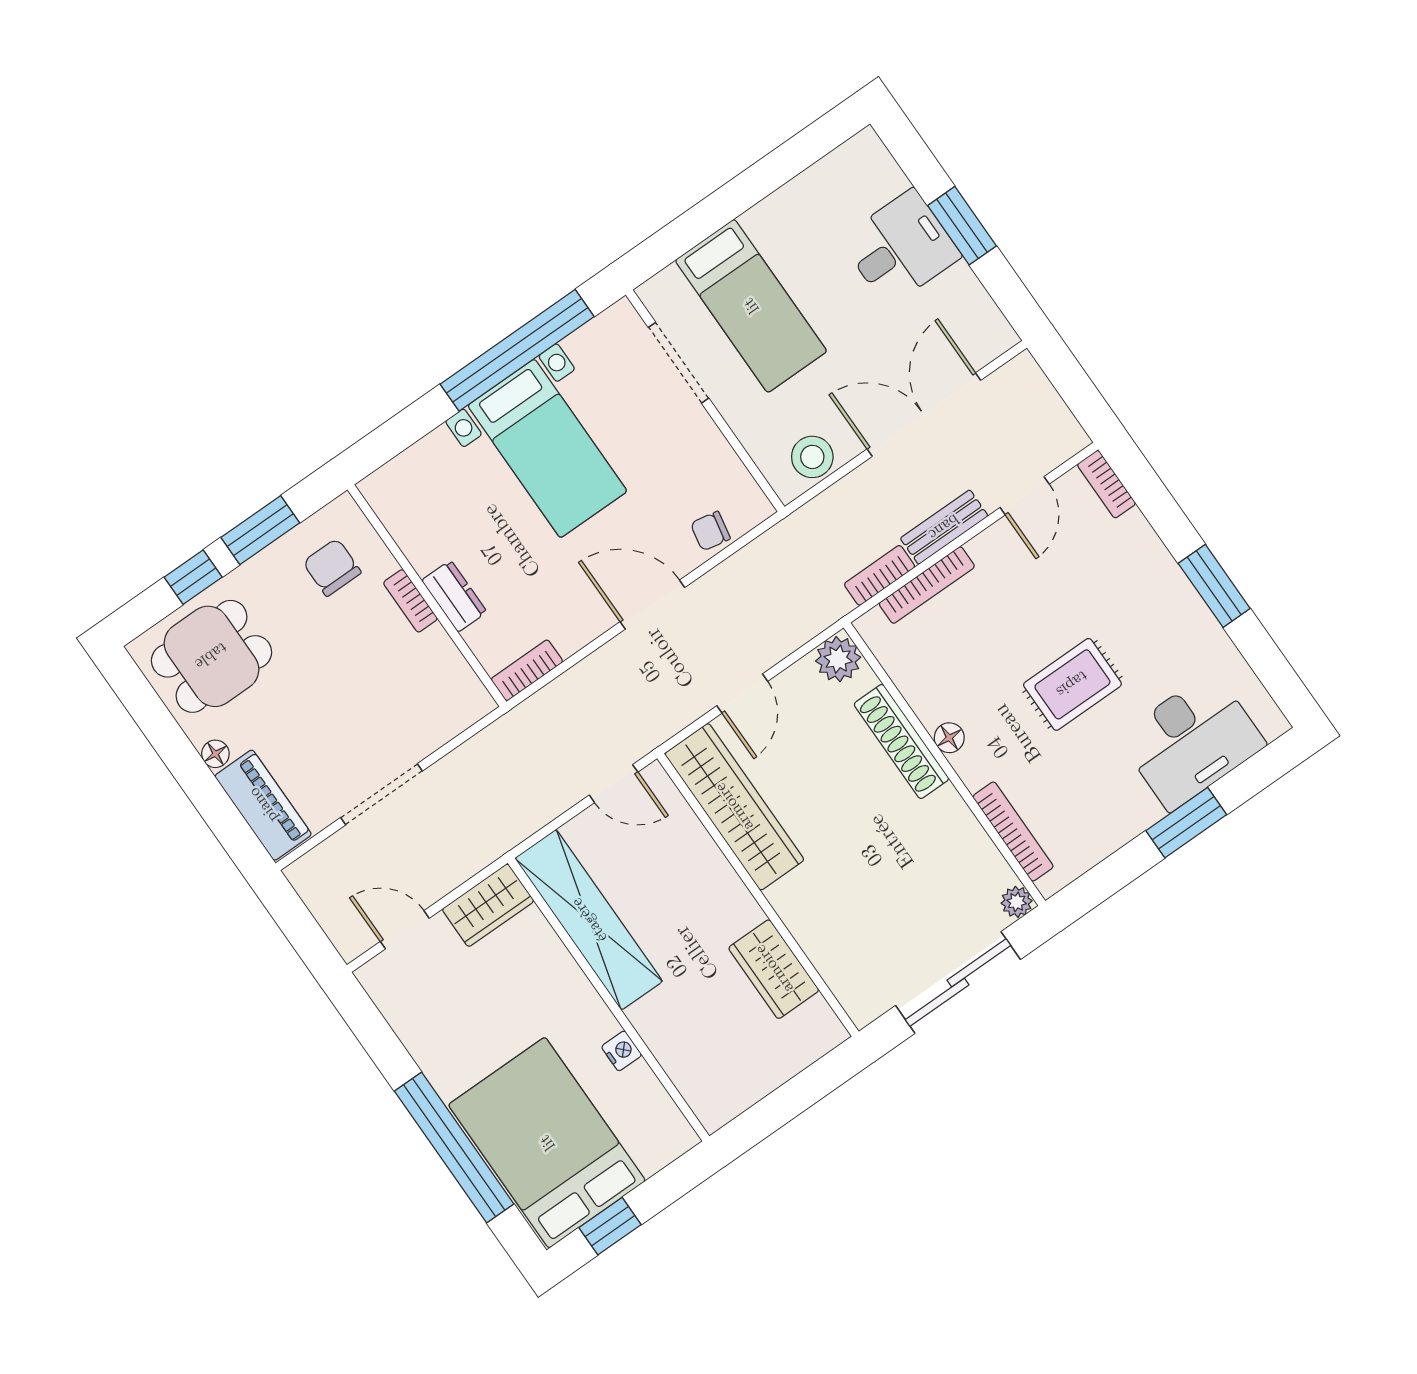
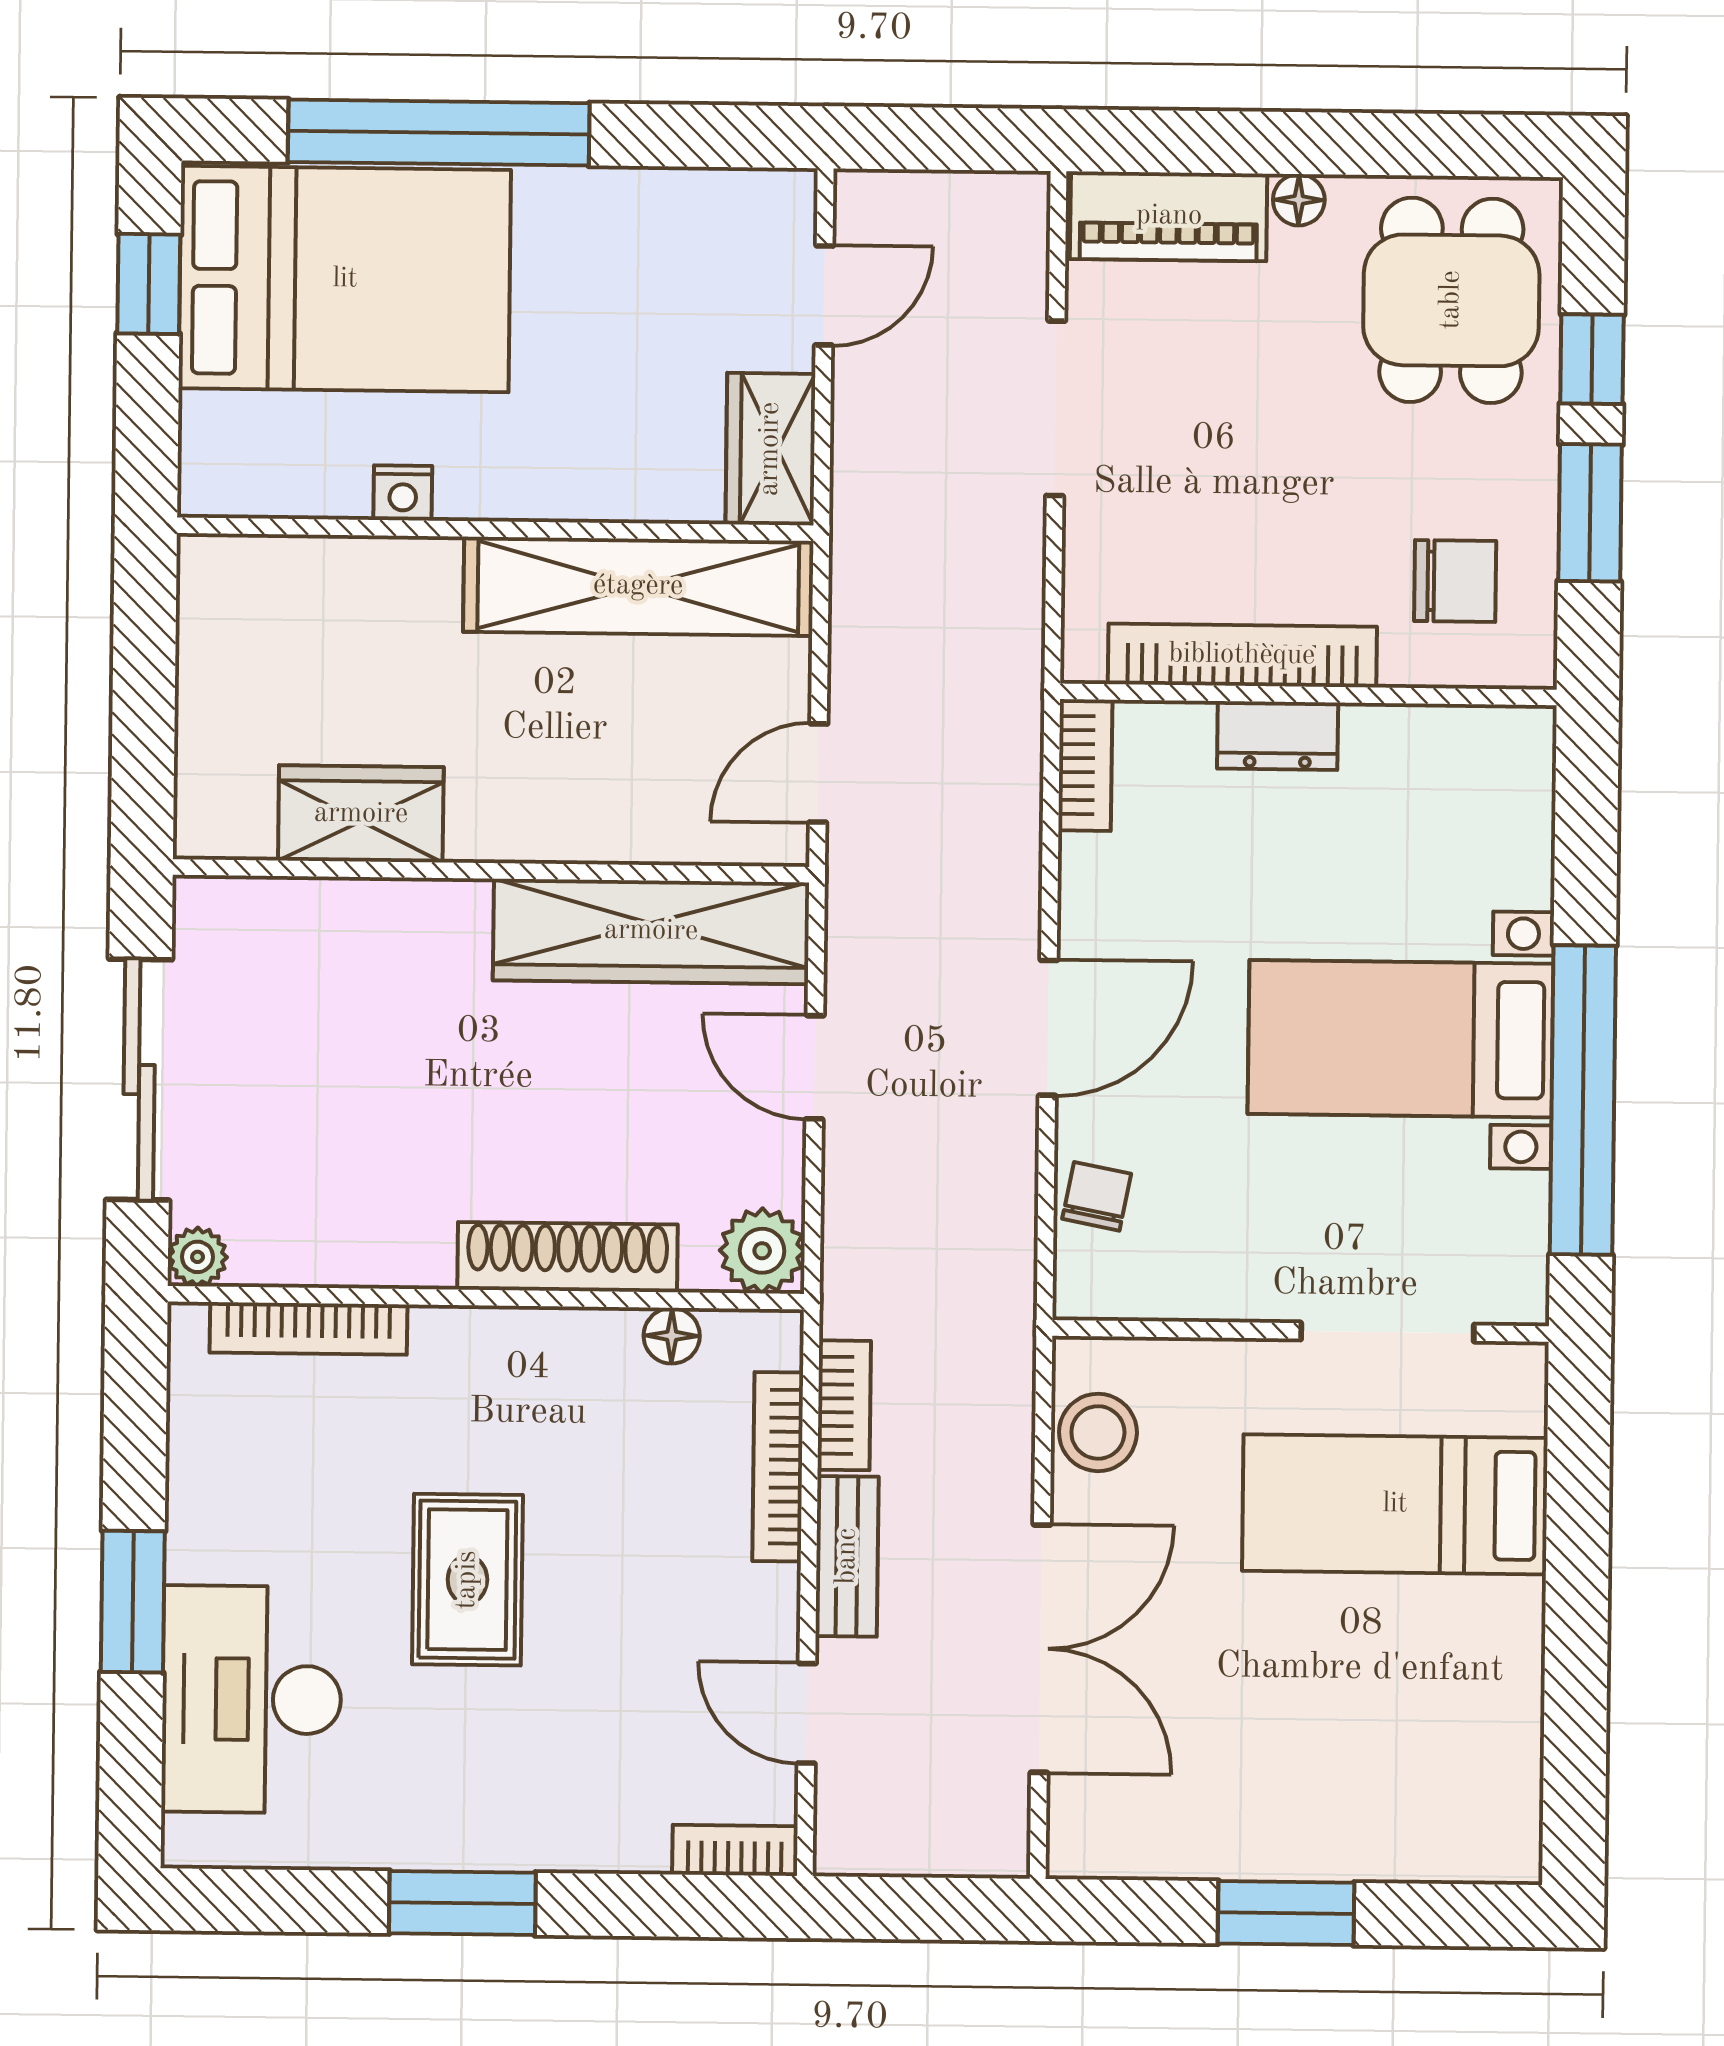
desk: (901, 248) -> (1319, 1795), removed
bookcase: (410, 601) -> (1242, 655), width x2.31, depth x1.31
floor lamp: (949, 738) -> (672, 1336), moved

